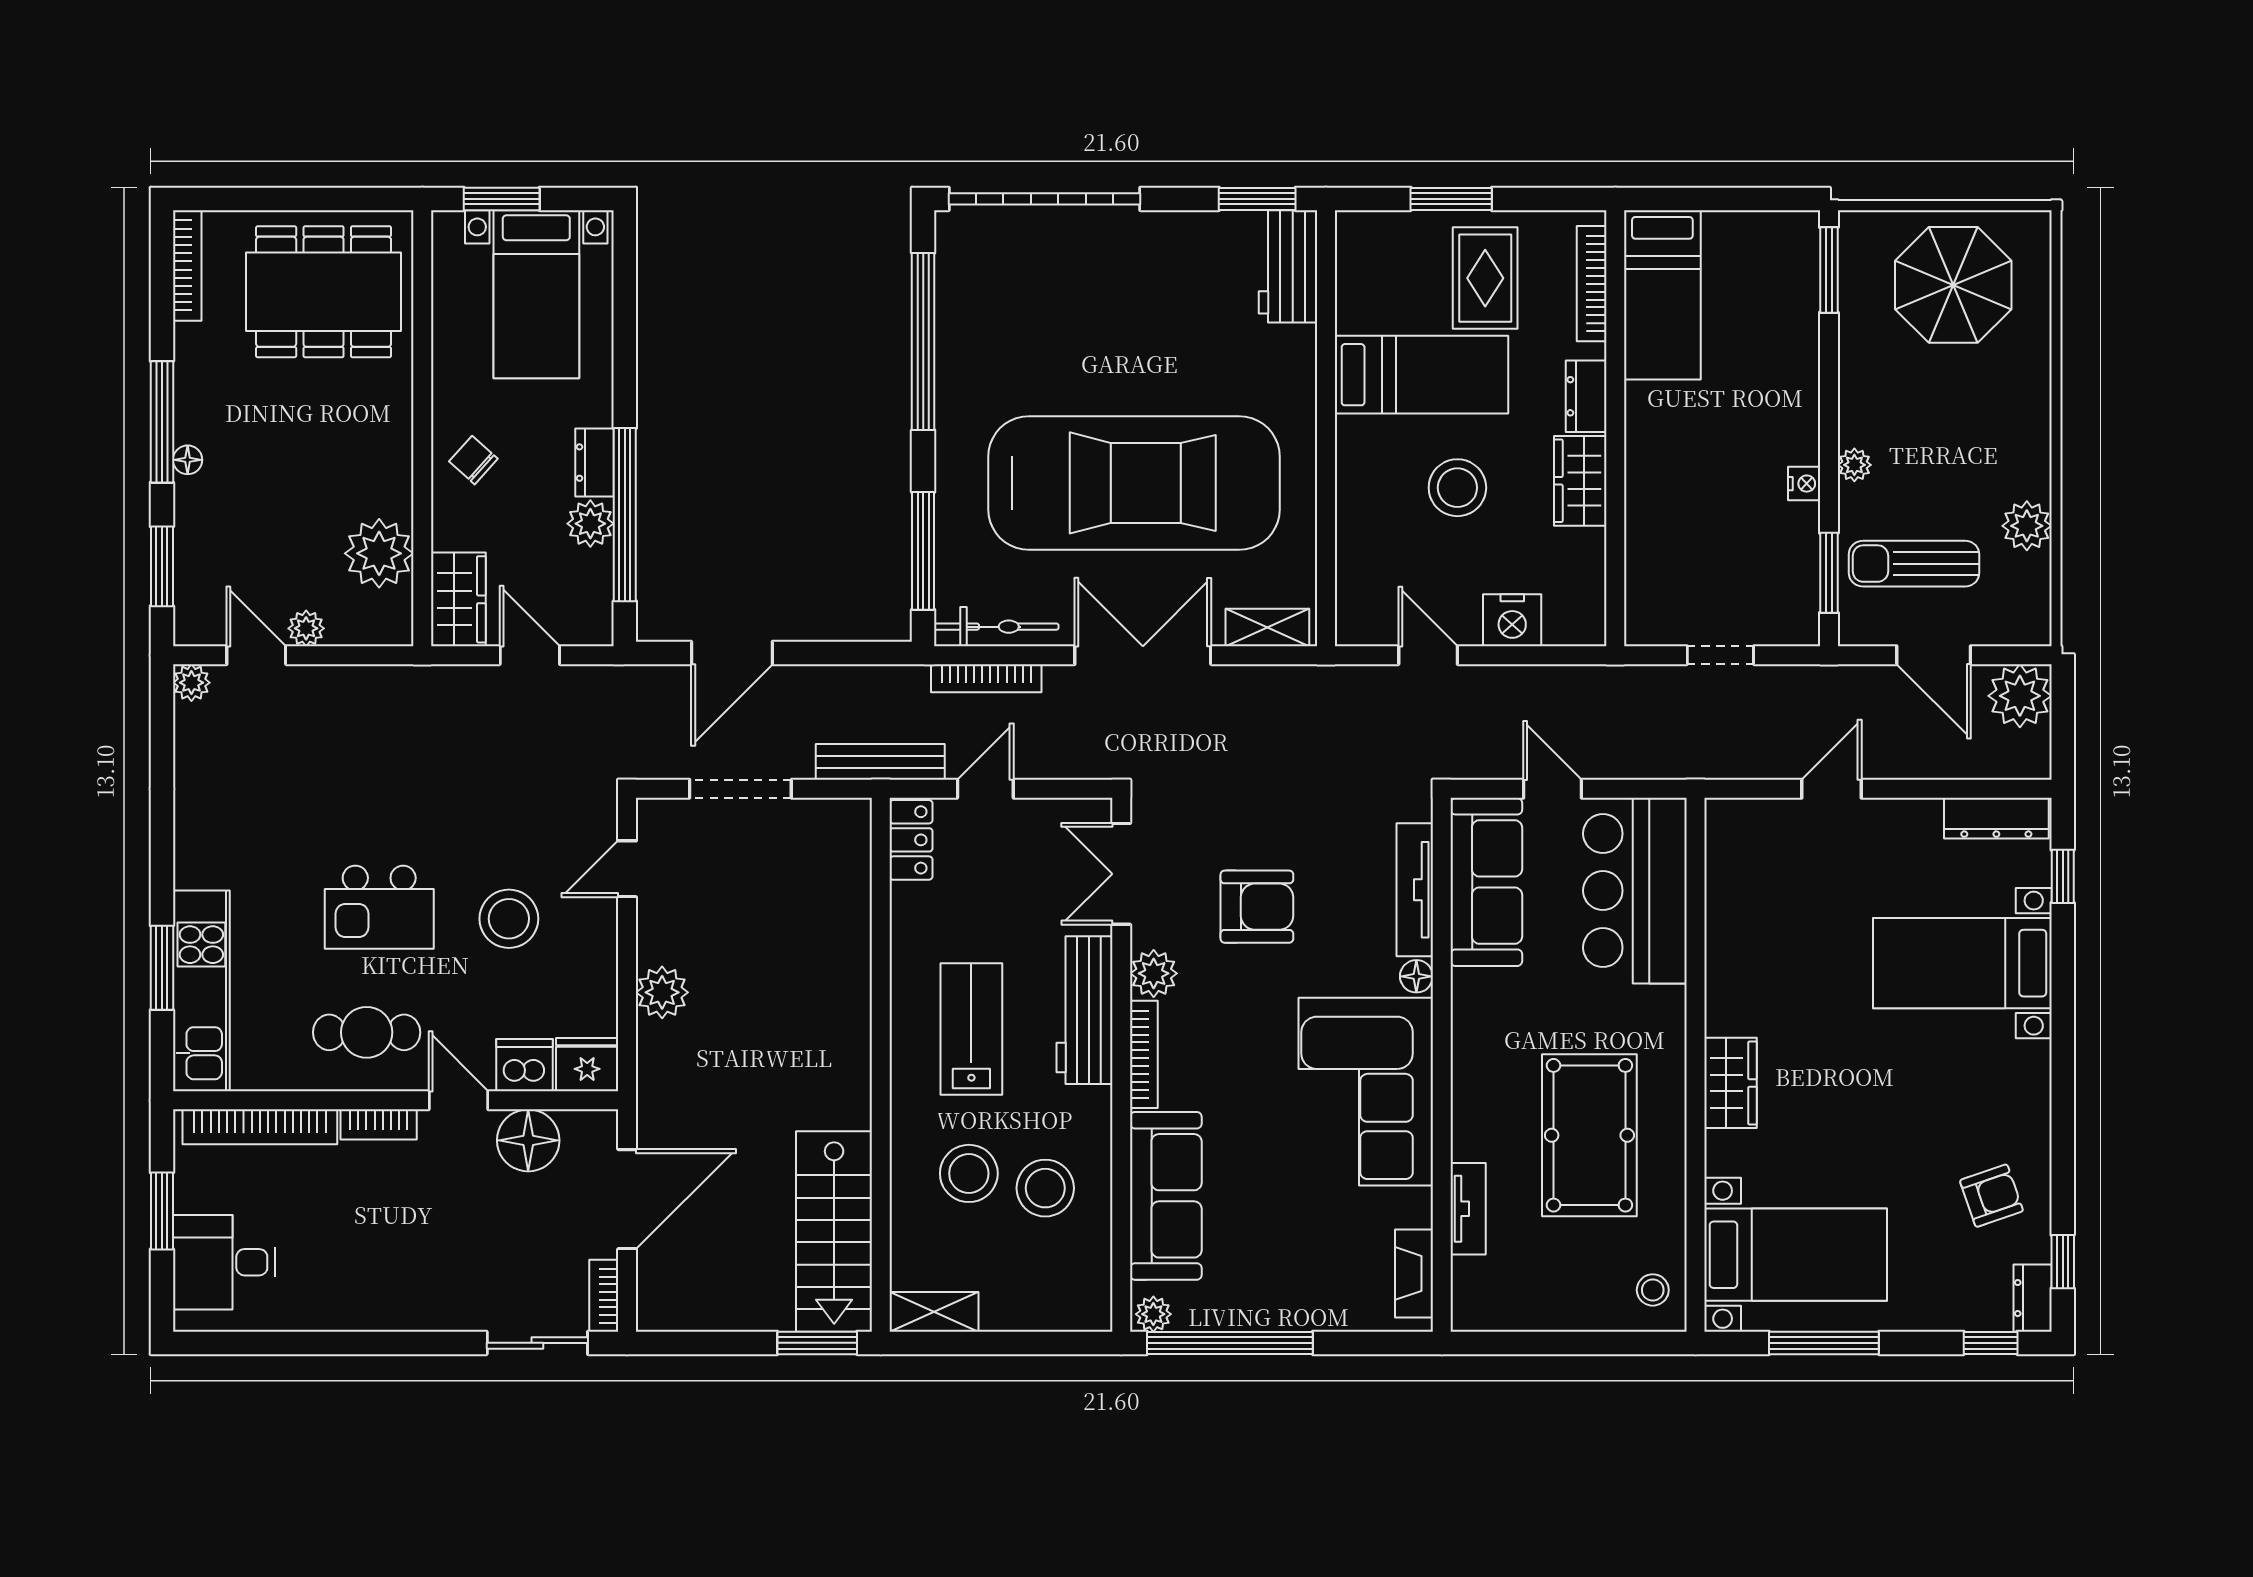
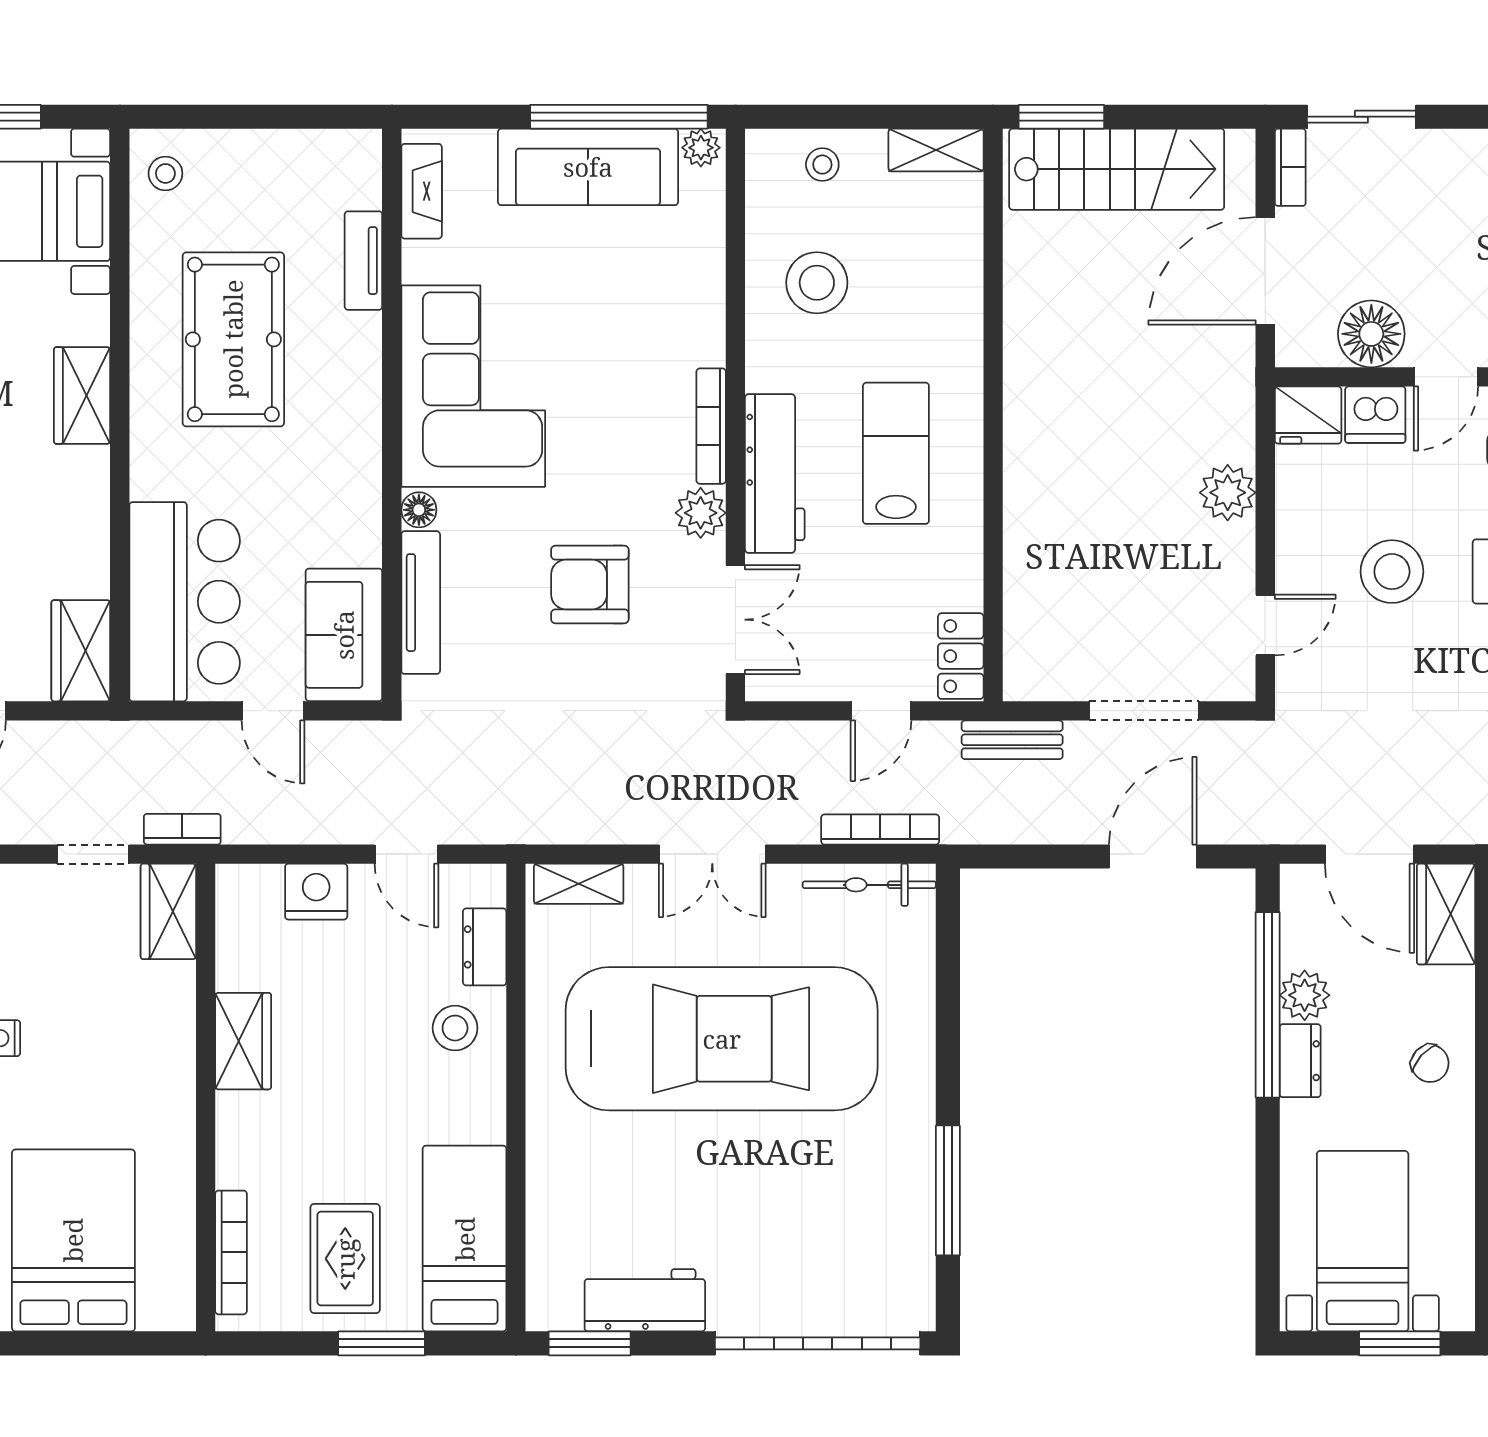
workbench: (1288, 266) -> (645, 1300), moved, turned -90
bed: (1662, 295) -> (73, 1240), moved, width x1.50
window: (923, 342) -> (948, 1190), width x0.68
bed: (1422, 375) -> (465, 1239), moved, turned 90
dresser: (1586, 396) -> (485, 947), moved, turned 180
car: (1134, 483) -> (722, 1039), turned 180
stool: (1457, 488) -> (455, 1028), moved, width x0.73, depth x0.73
window: (923, 551) -> (948, 966), removed
wardrobe: (1650, 602) -> (168, 911), added
door: (530, 655) -> (1369, 854), width x1.38
double door: (1143, 655) -> (712, 854), width x0.73
bookcase: (1637, 678) -> (182, 829), added
bench: (880, 762) -> (1012, 740), width x0.73
wardrobe: (1732, 845) -> (81, 651), added
sofa: (1486, 882) -> (344, 635), width x0.73
lab bench: (971, 1029) -> (896, 453), turned 180
door: (459, 1100) -> (1446, 377), hinge flipped
stool: (969, 1173) -> (822, 165), moved, width x0.53, depth x0.53
sofa: (1166, 1196) -> (588, 167), moved, turned -90
stairs: (834, 1232) -> (1117, 169), moved, turned 90

